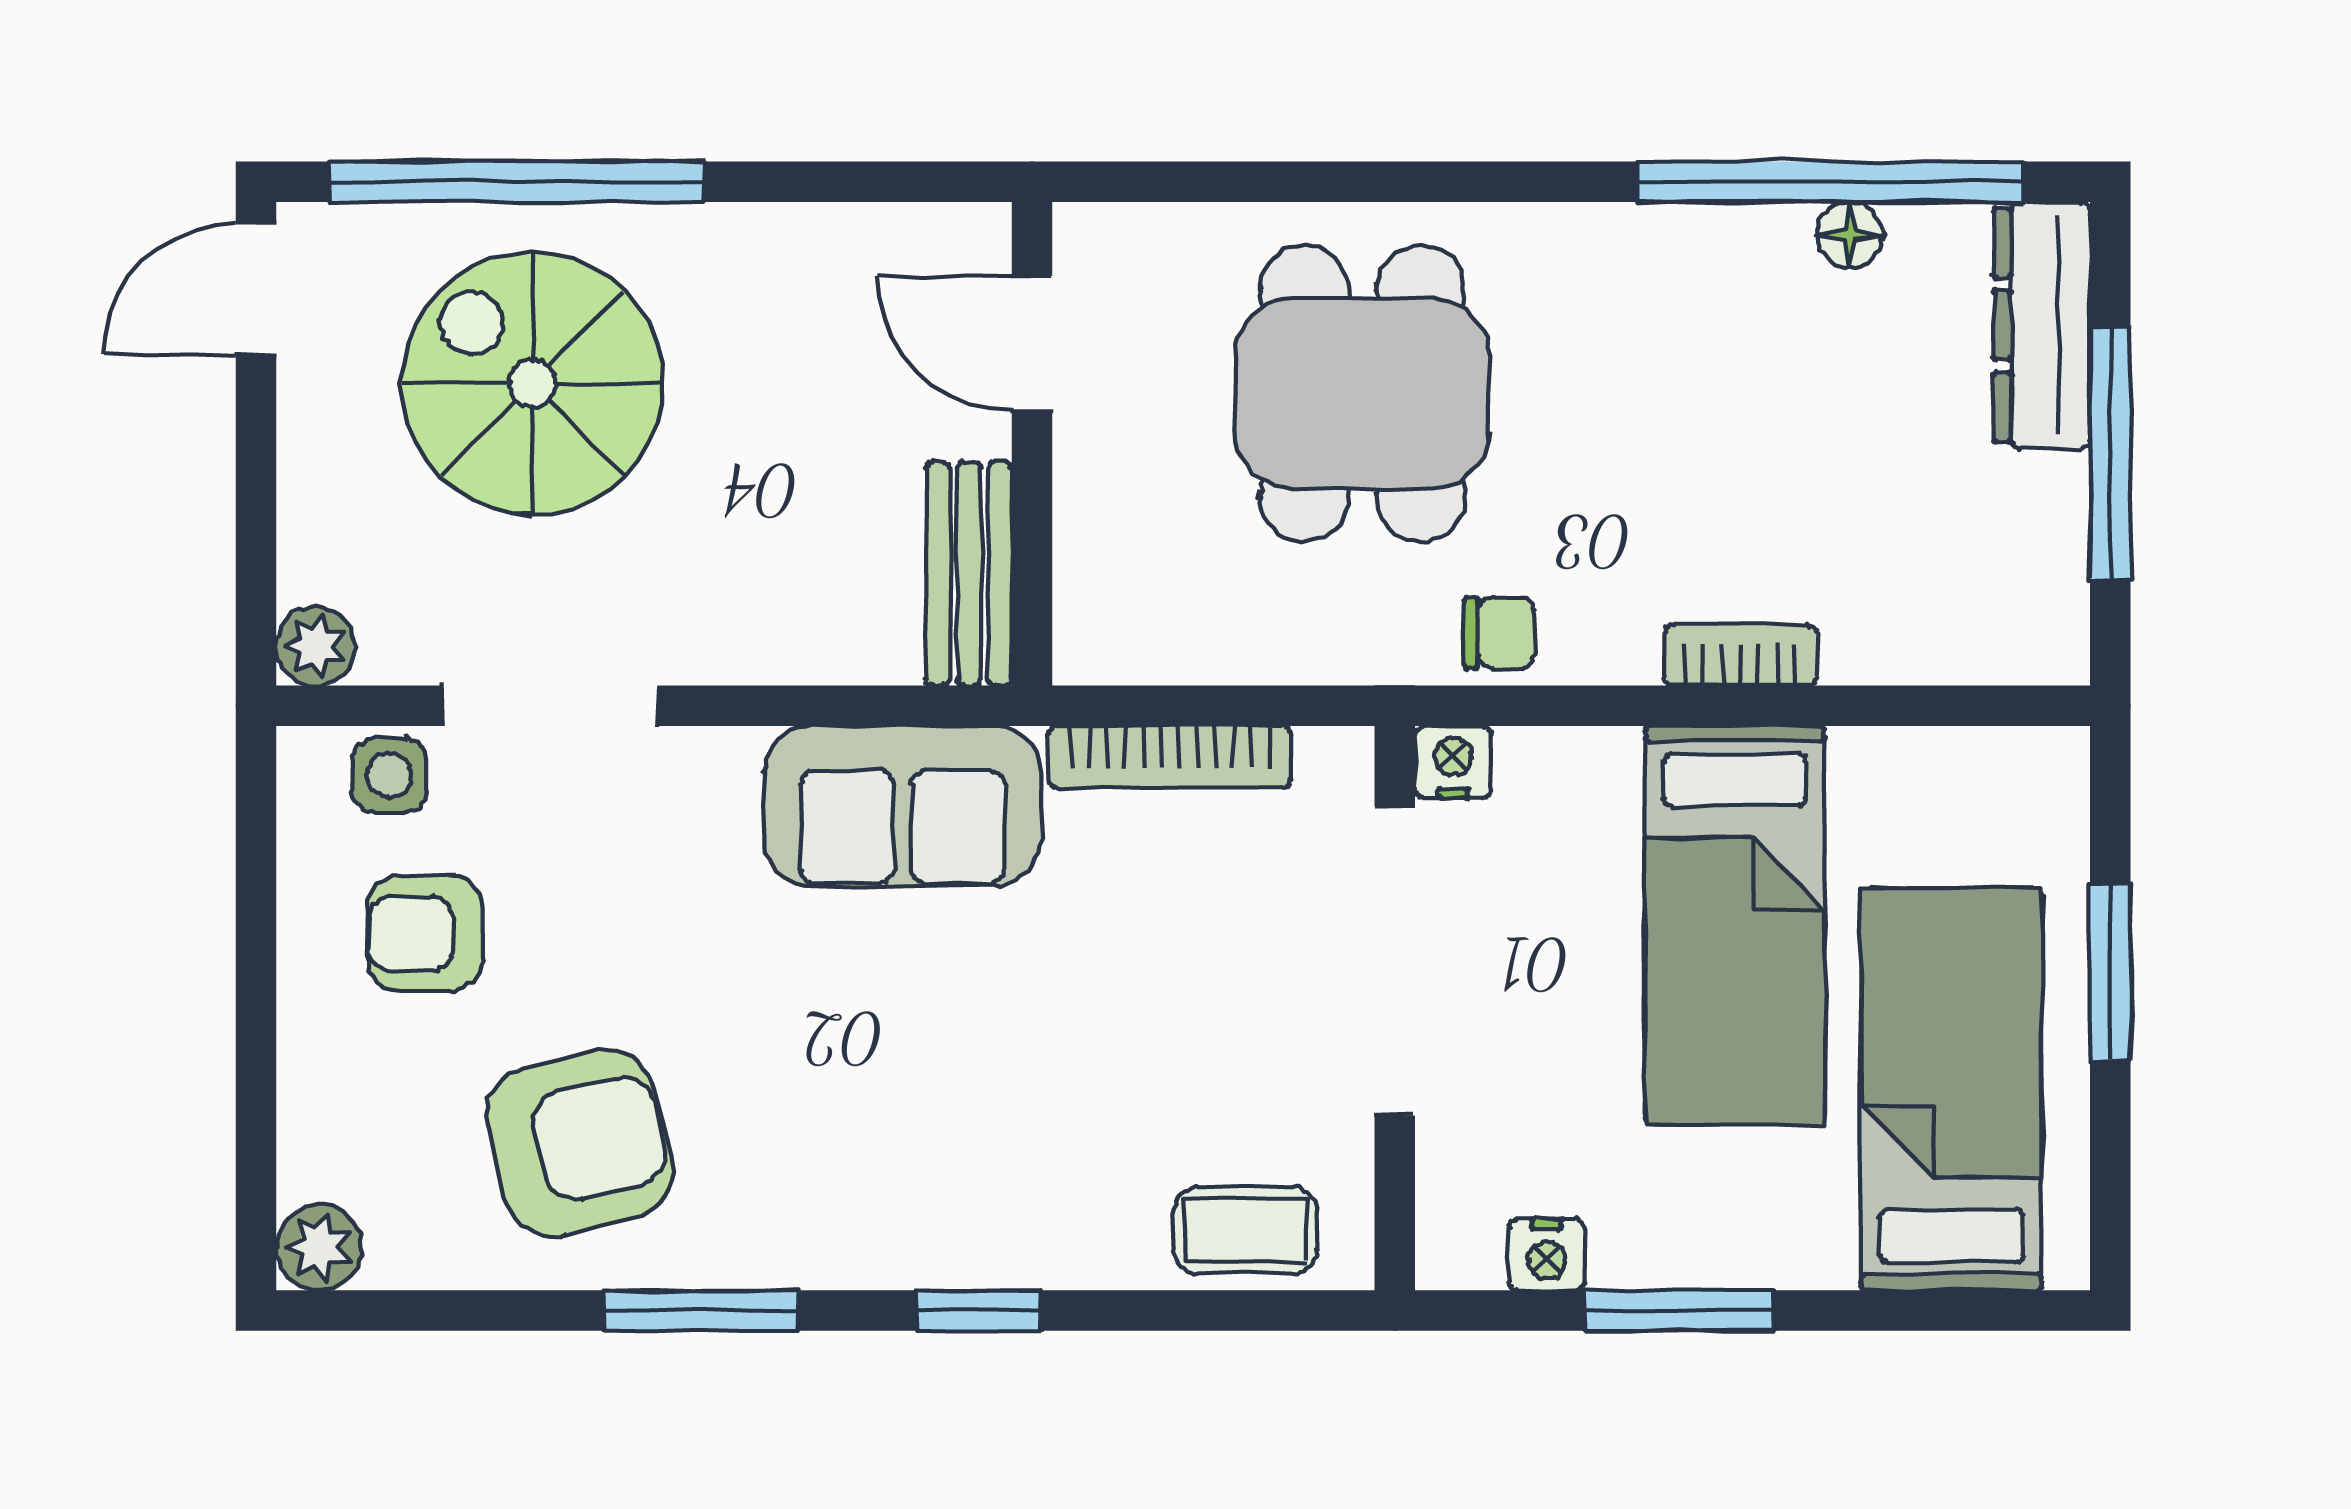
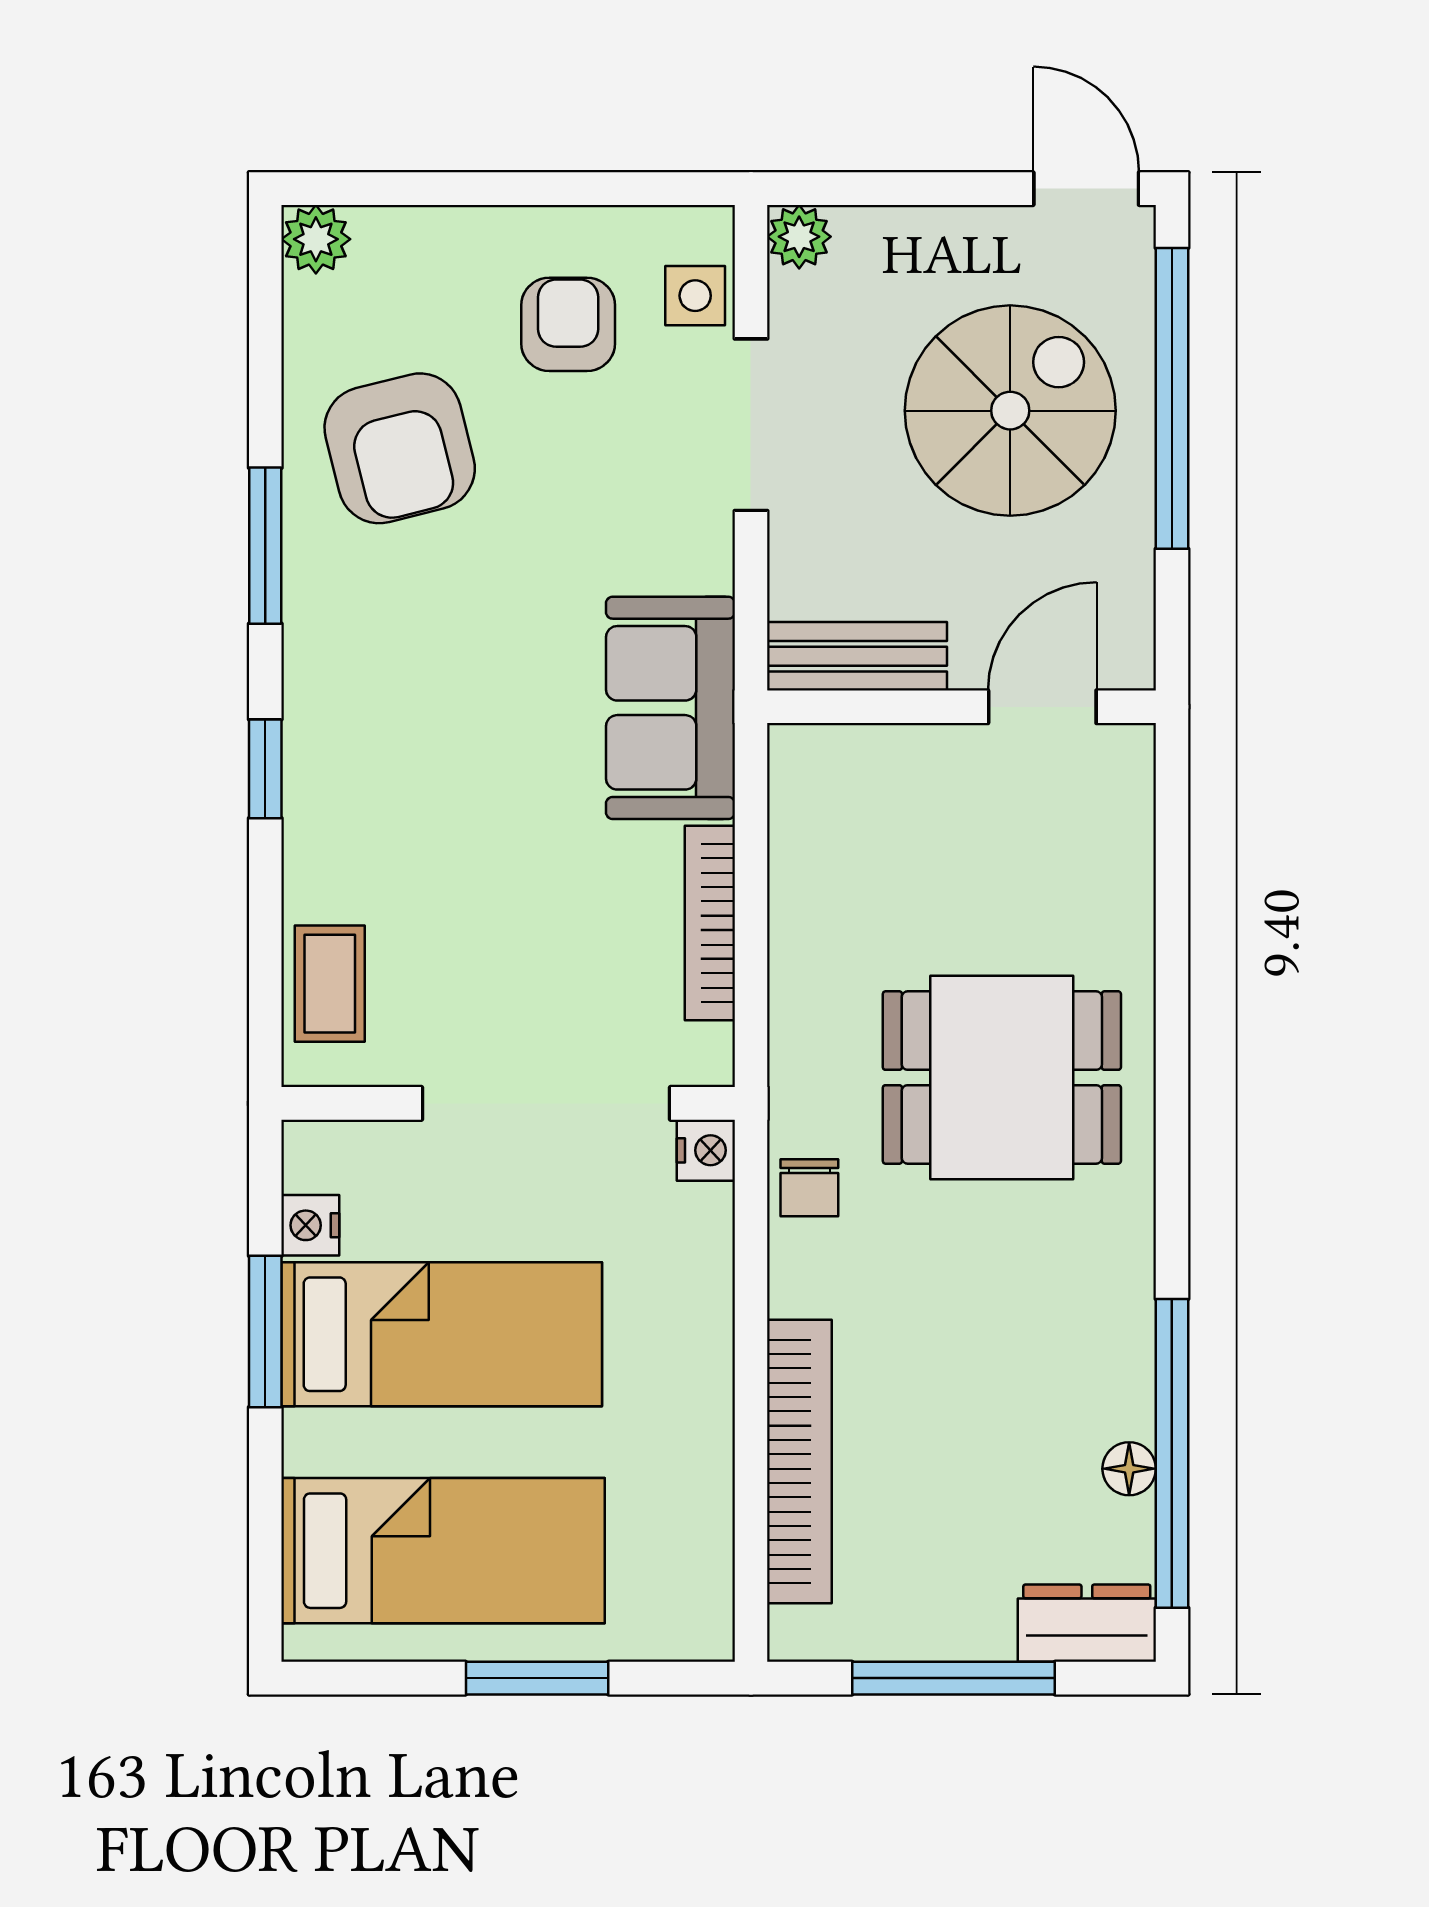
dresser: (2042, 325) -> (1087, 1623), width x0.70
door: (1032, 343) -> (1042, 707), moved
wall: (1032, 444) -> (961, 707), moved
bench: (969, 574) -> (857, 656), moved
bookcase: (1740, 655) -> (799, 1461), width x2.31, depth x1.31
bed: (1735, 925) -> (442, 1334), moved, turned 180

